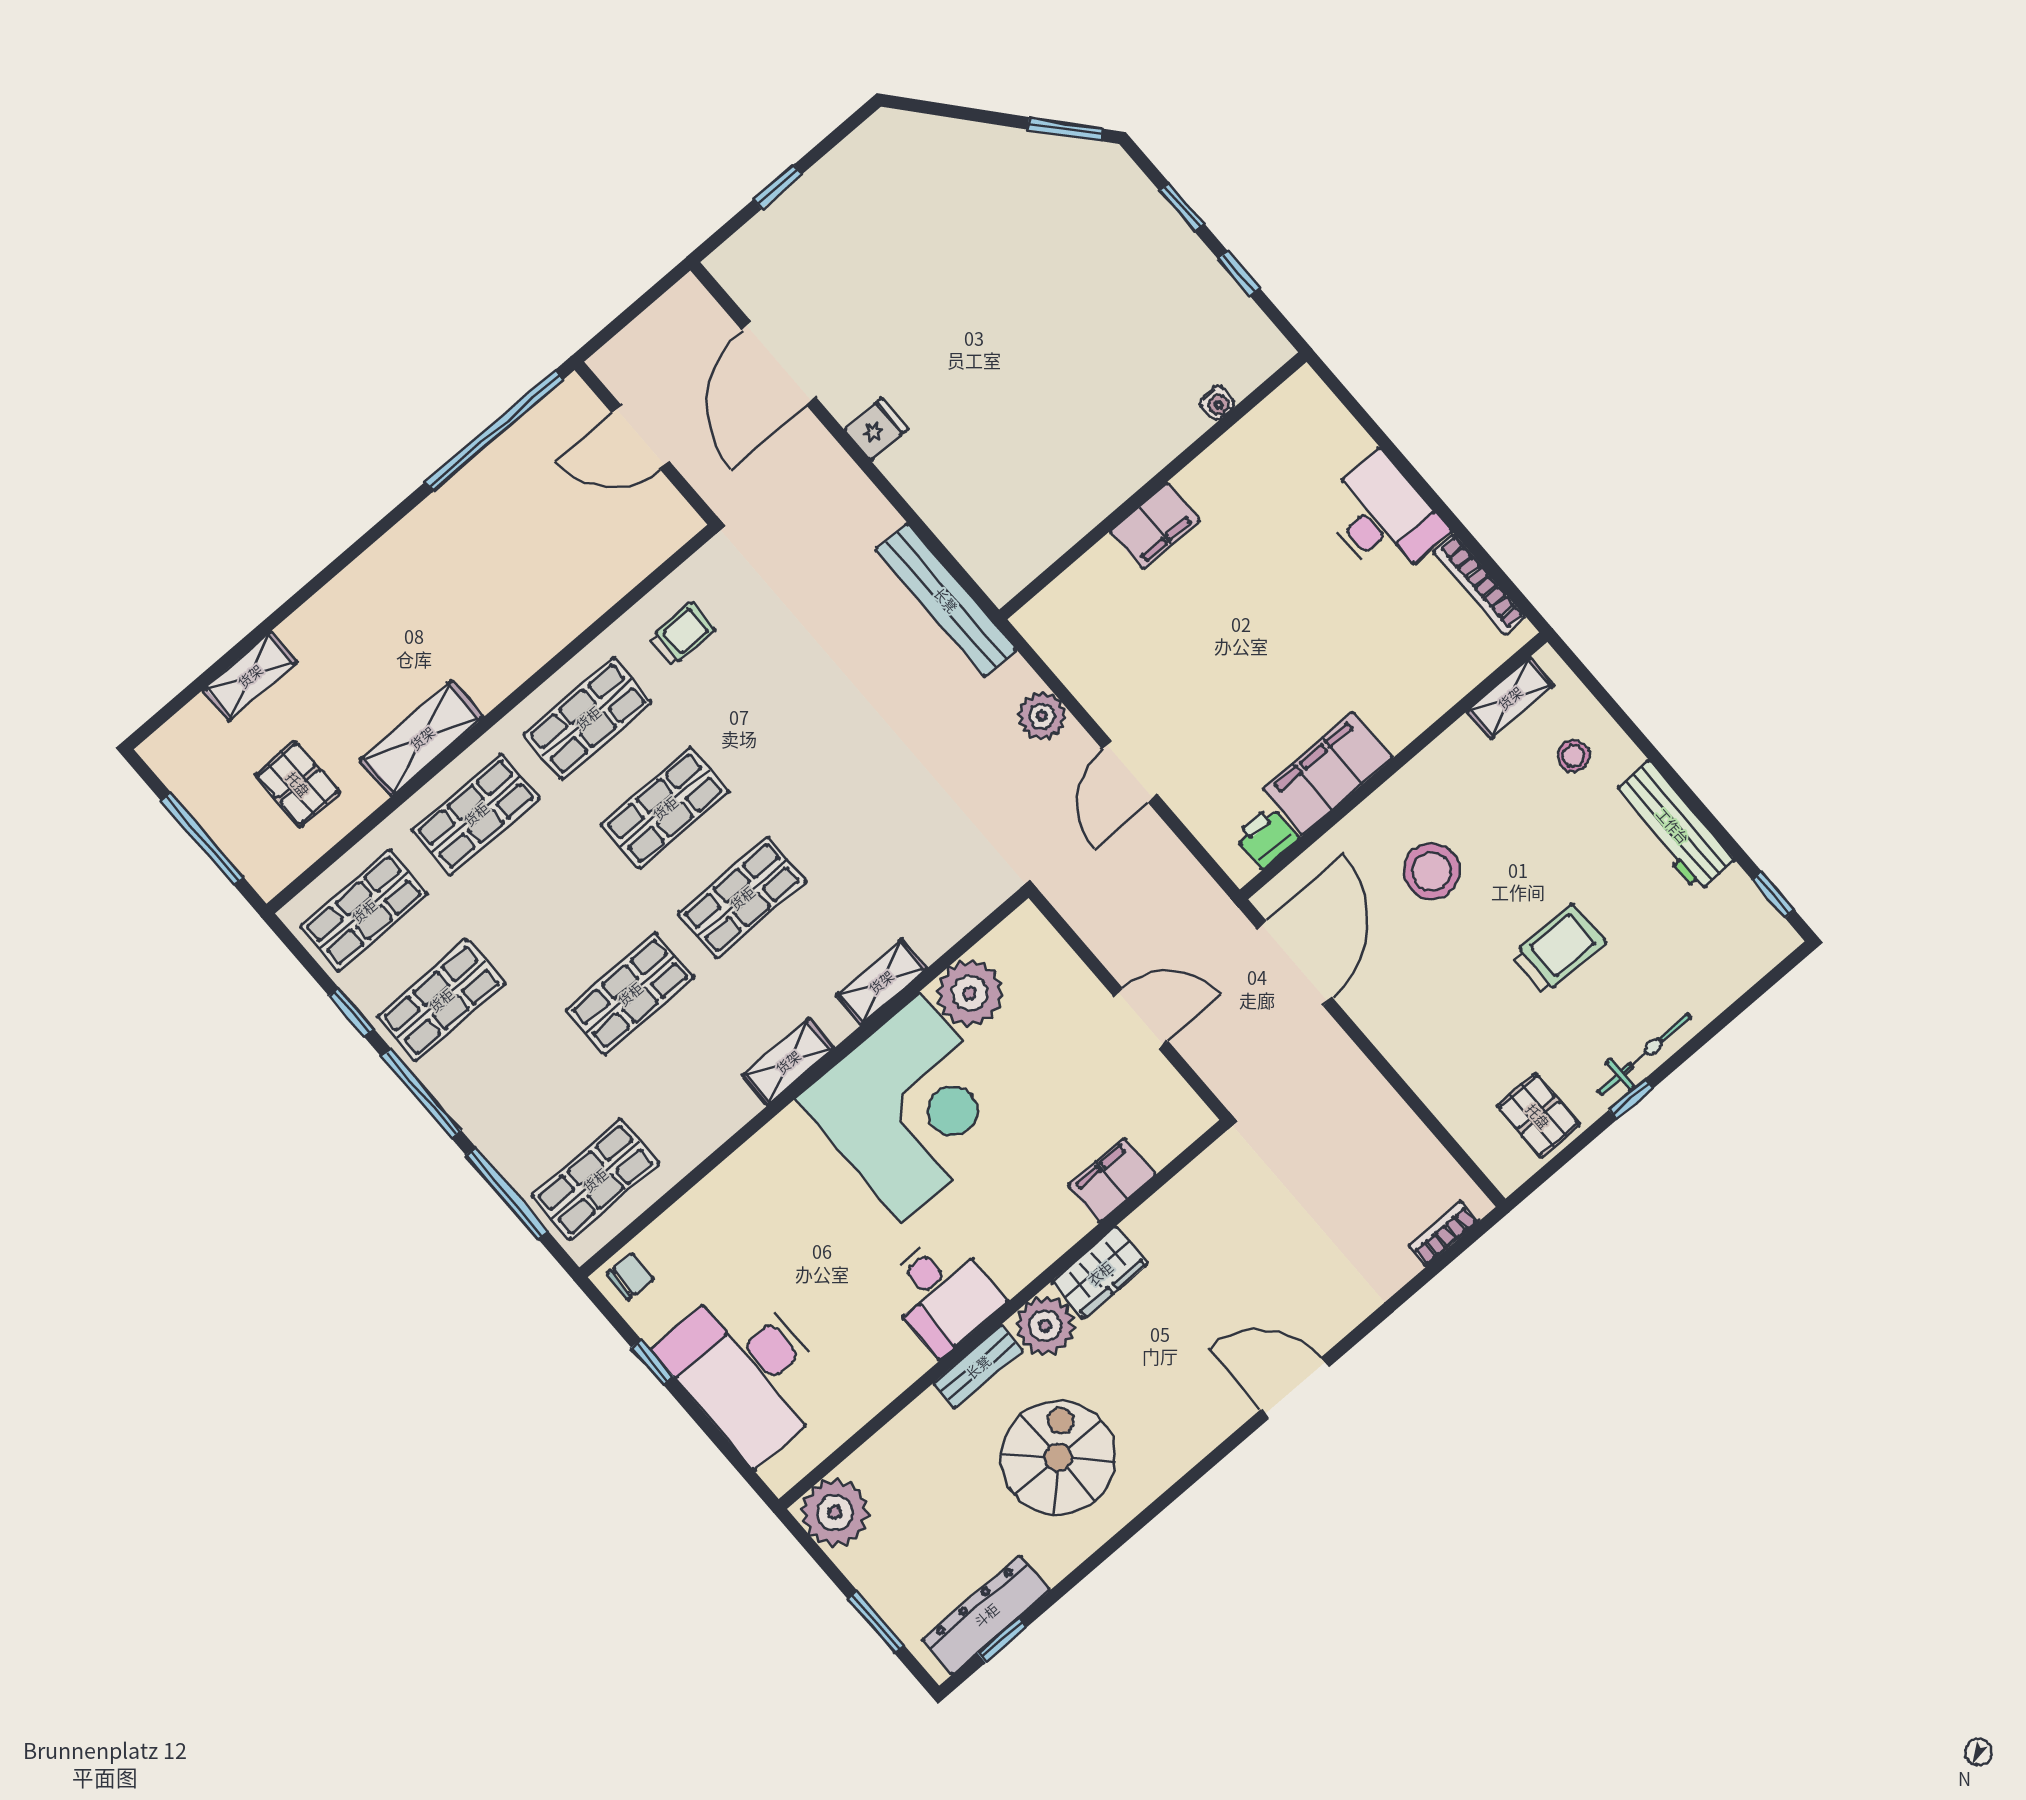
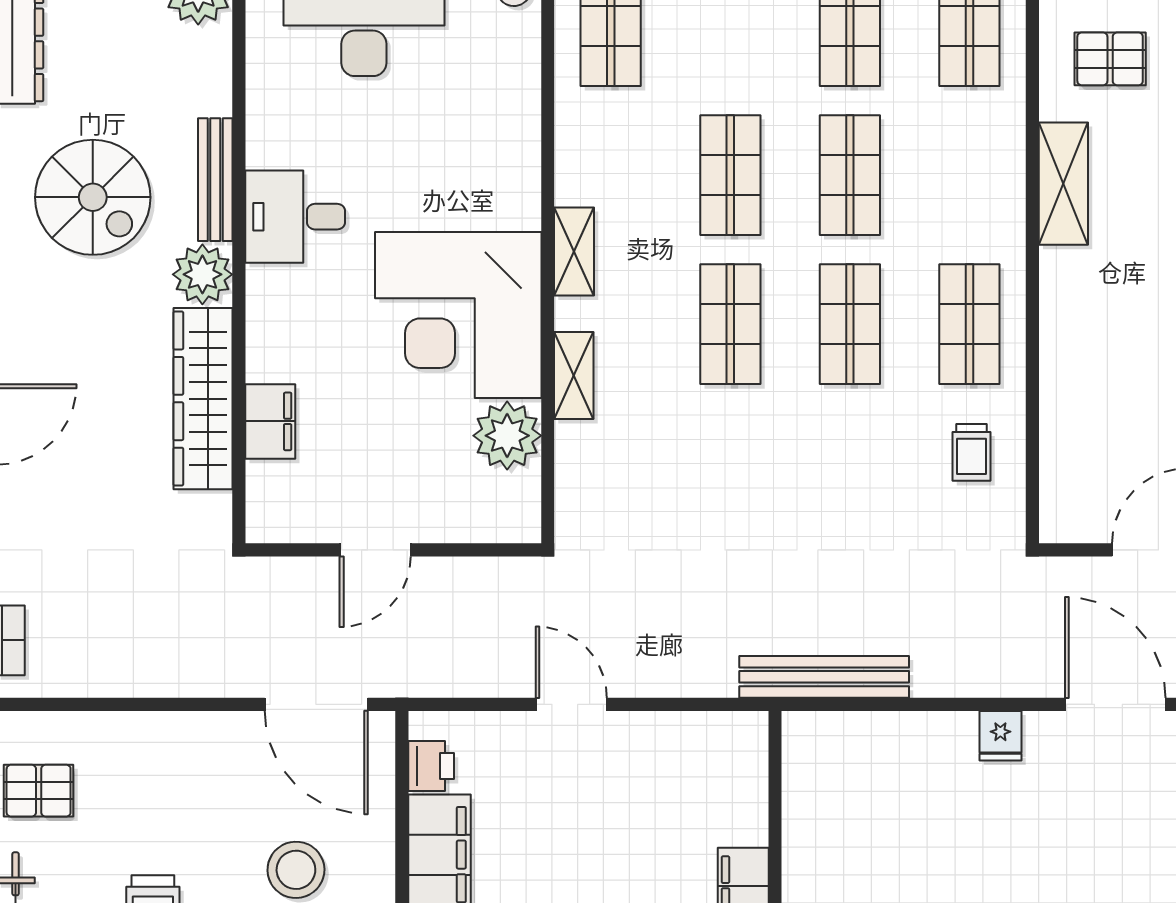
plant: (1042, 716) -> (672, 674), removed
shop shelf: (476, 814) -> (850, 175), moved
wardrobe: (1100, 1273) -> (203, 399), width x2.10, depth x1.17
bench: (978, 1367) -> (215, 180), width x1.36

